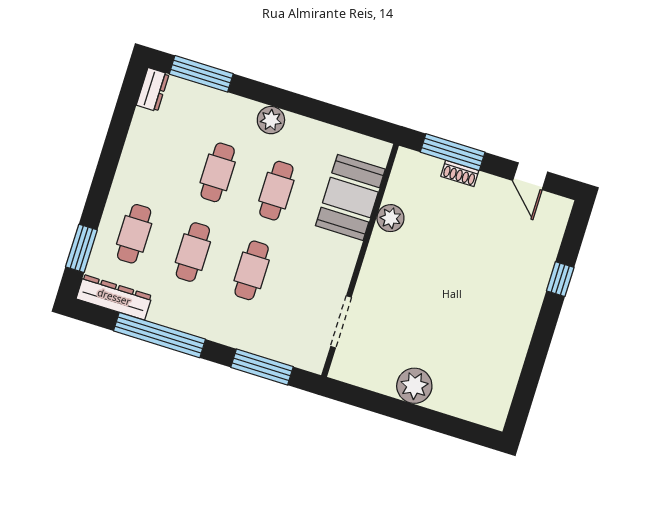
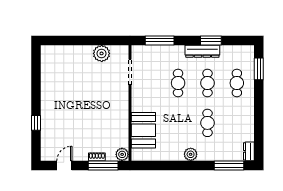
door: (530, 176) -> (64, 165), hinge flipped
cafe table: (276, 191) -> (178, 123), removed
plant: (390, 218) -> (122, 154), moved
dresser: (114, 297) -> (202, 51), moved
window: (159, 335) -> (211, 40), width x0.47
plant: (414, 386) -> (102, 53), moved

